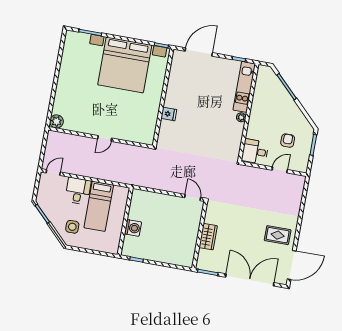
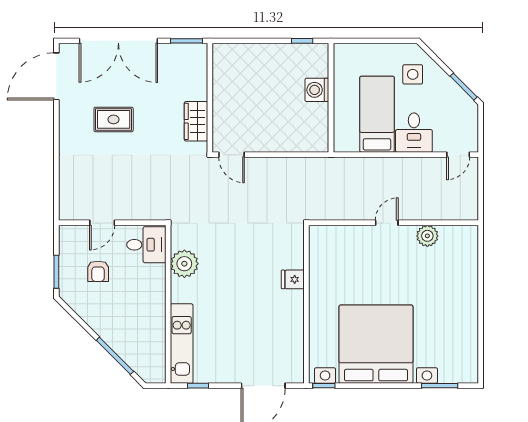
plant: (241, 117) -> (184, 264), moved, width x1.88, depth x1.88
plant: (56, 121) -> (427, 236), moved
rug: (278, 235) -> (114, 119), moved
wardrobe: (208, 237) -> (196, 121), moved

